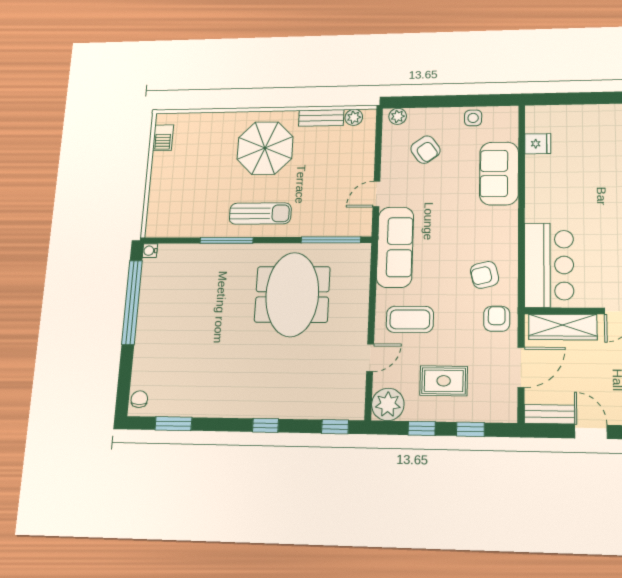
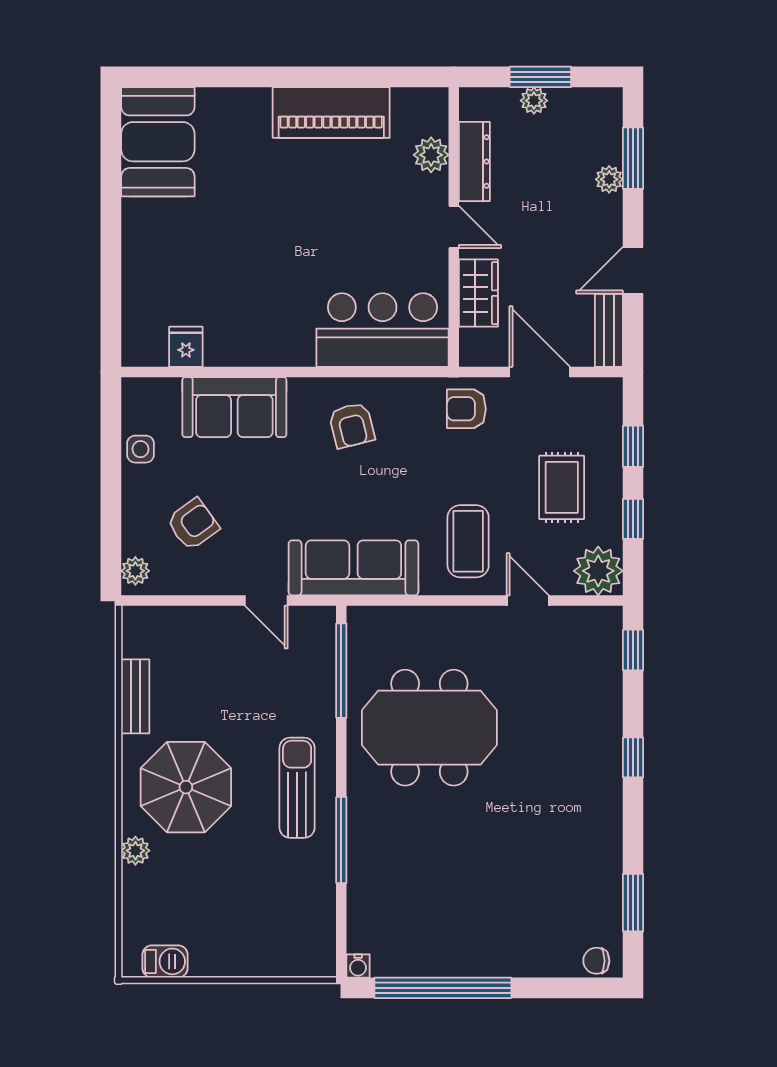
plant: (354, 117) -> (135, 851), moved
armchair: (484, 275) -> (352, 425), moved
wardrobe: (563, 327) -> (478, 293), width x0.67

